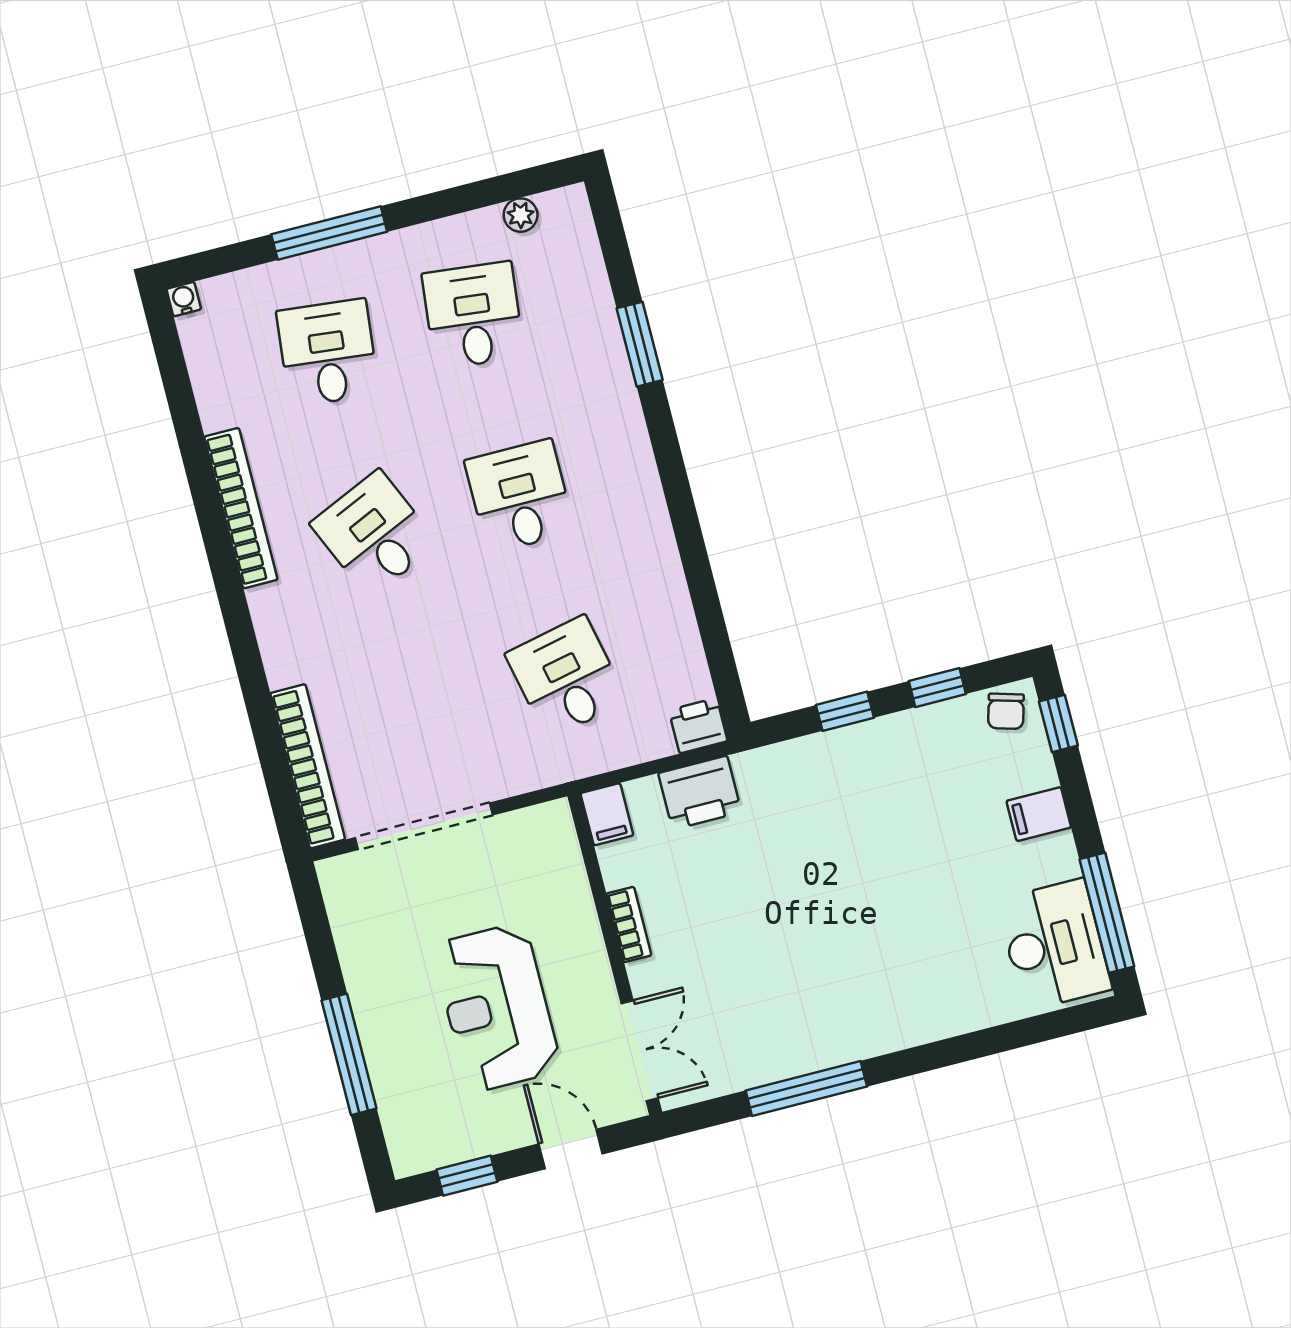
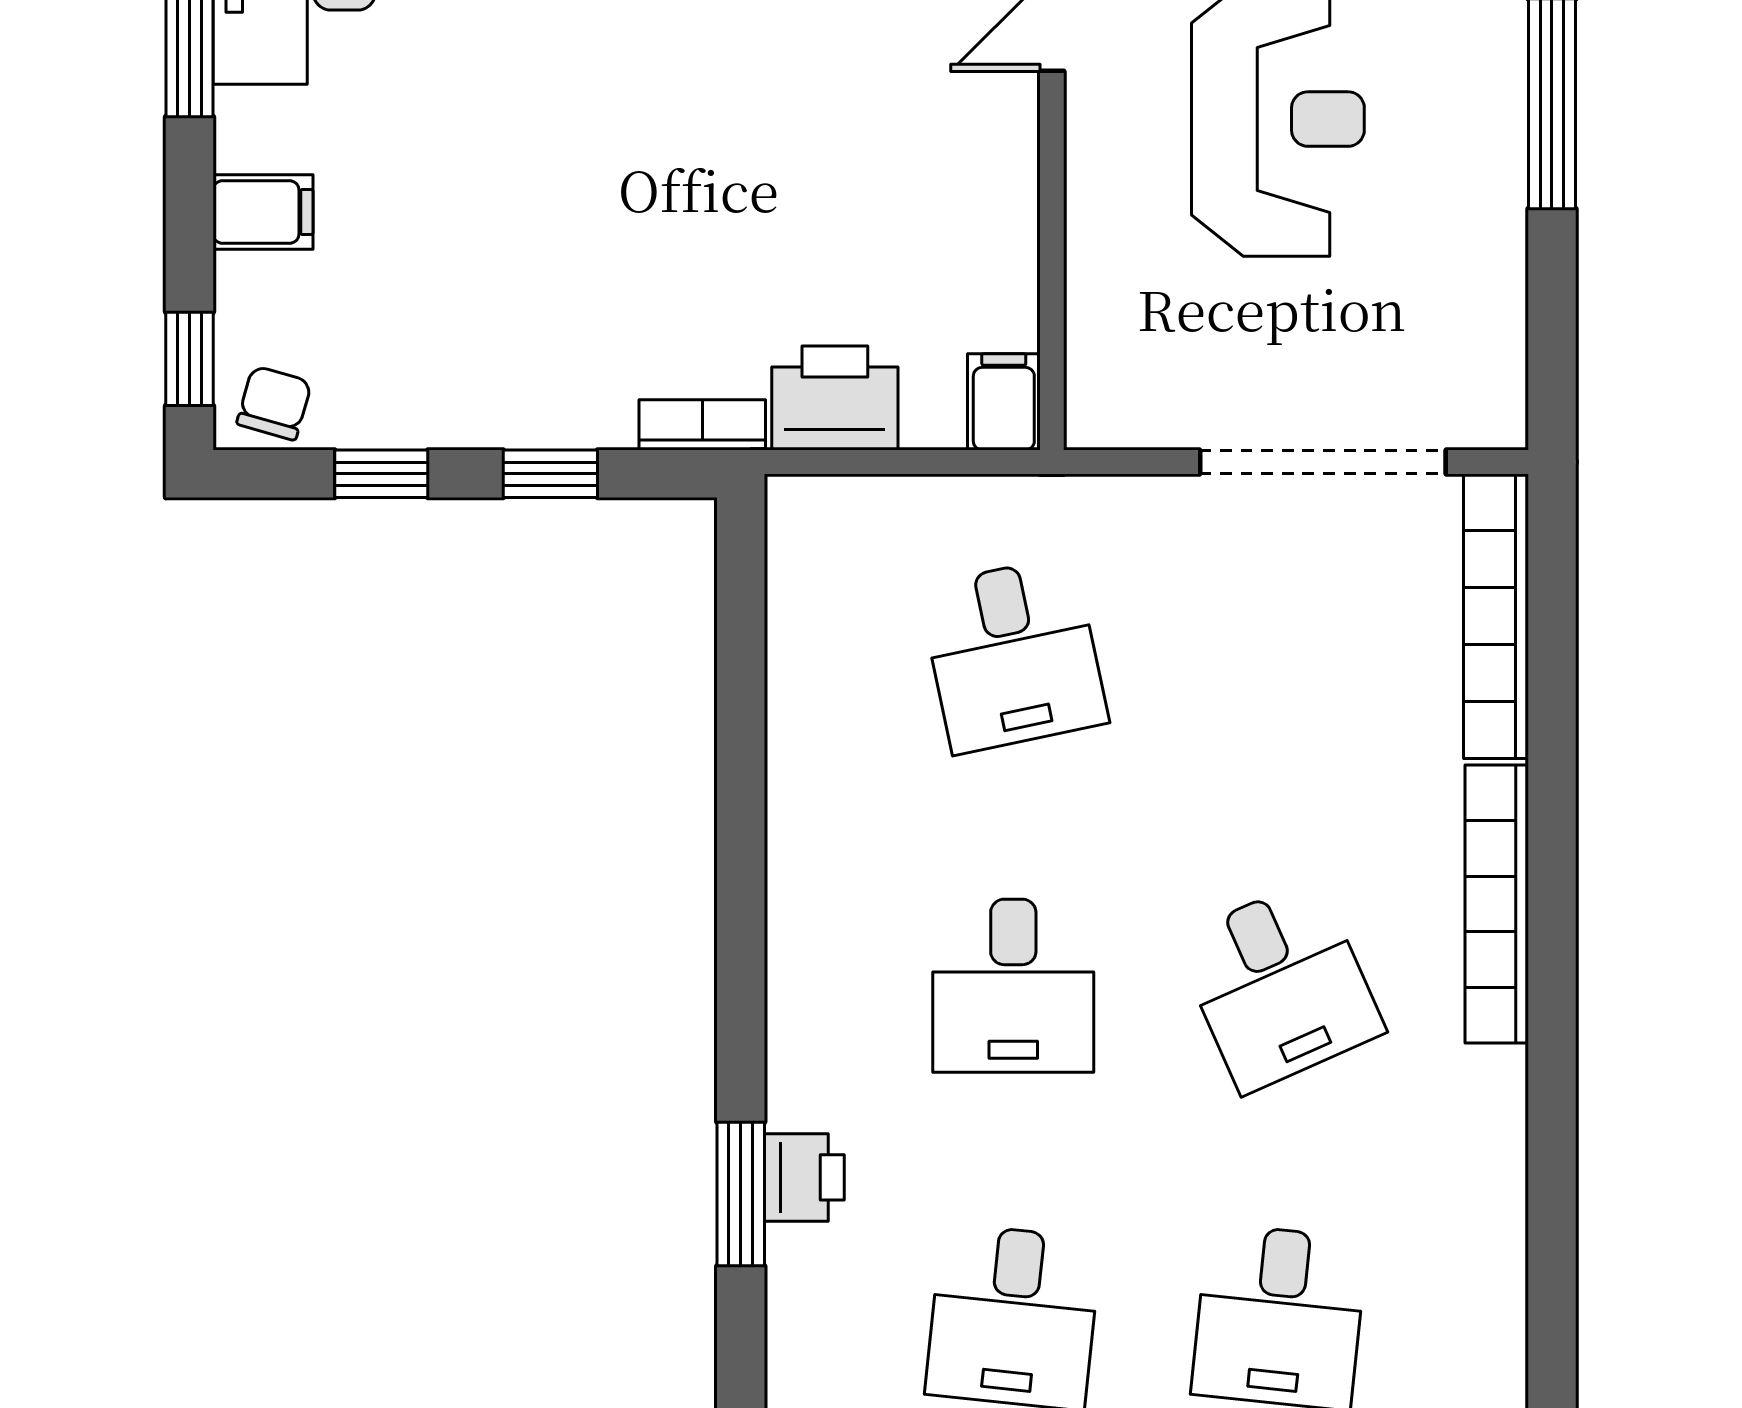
bookcase: (241, 508) -> (1497, 904), moved
printer: (698, 726) -> (804, 1177), moved, turned -90
bookcase: (629, 925) -> (702, 425), moved, turned 90

